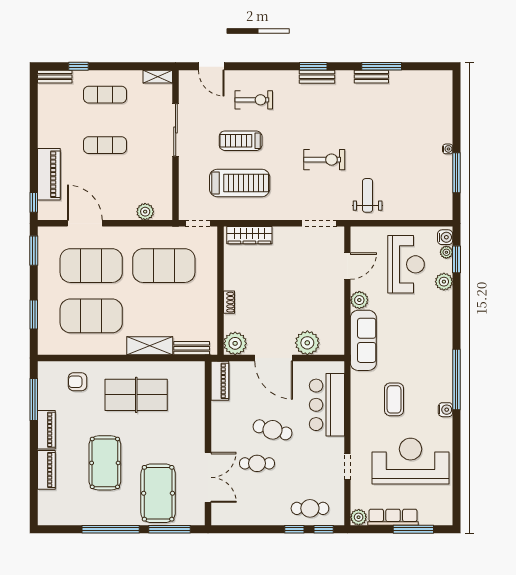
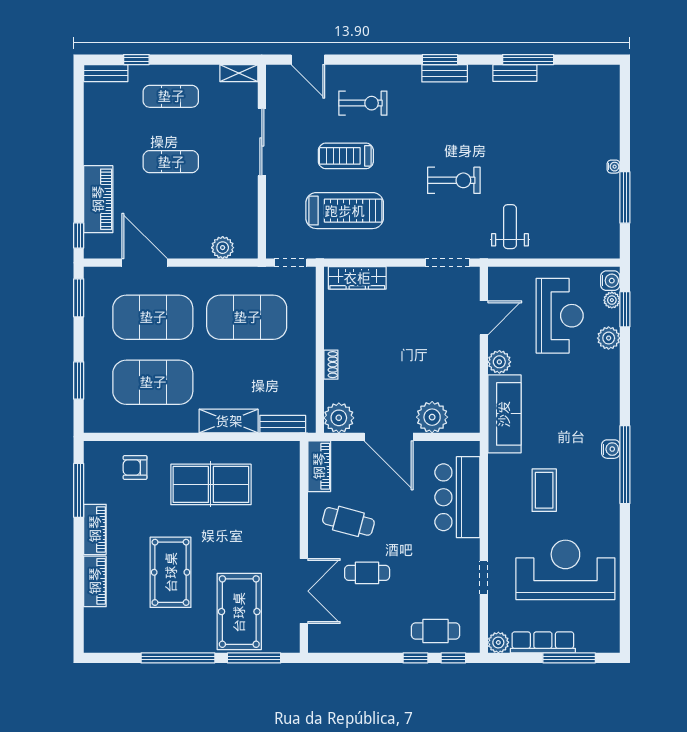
water cooler: (446, 410) -> (611, 449), moved
cafe table: (272, 430) -> (348, 521), moved

